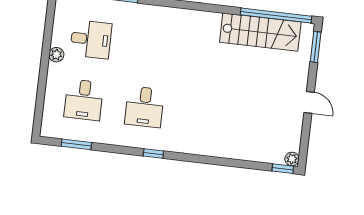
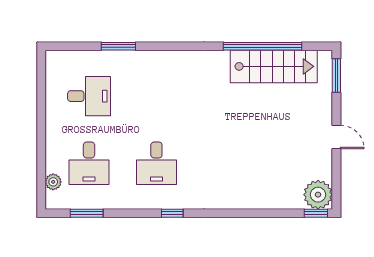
window: (276, 16) -> (262, 46), moved
plant: (56, 55) -> (53, 182), moved
plant: (292, 159) -> (318, 195), width x1.88, depth x1.88

